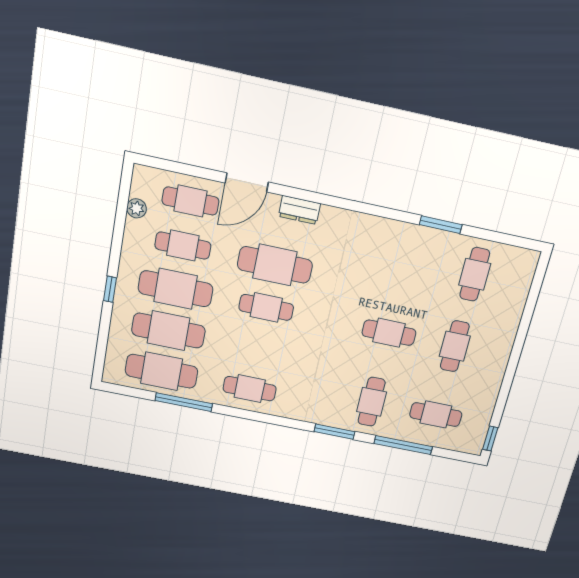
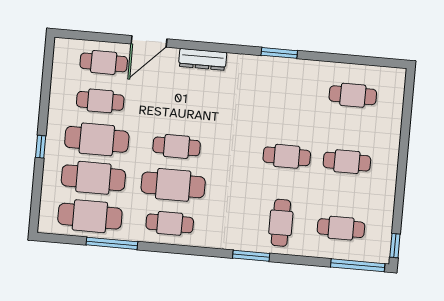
plant: (137, 208) -> (59, 74), removed
dresser: (299, 210) -> (203, 59), width x1.44
window: (441, 225) -> (279, 53), moved
cafe table: (275, 265) -> (173, 185), moved
cafe table: (475, 274) -> (353, 95), turned 90
cafe table: (455, 346) -> (347, 162), turned 90
window: (403, 445) -> (358, 265), moved

